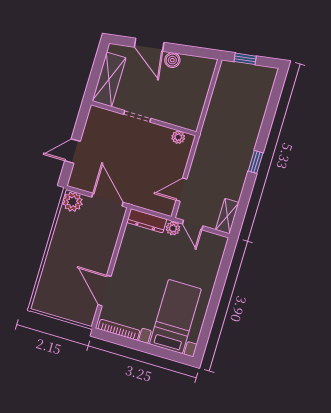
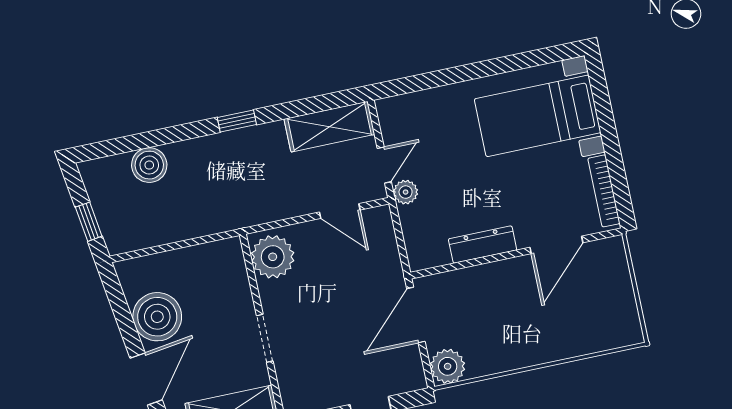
boiler: (172, 60) -> (157, 317), width x1.86, depth x1.86
boiler: (257, 105) -> (149, 165), added
plant: (178, 137) -> (273, 257), width x1.88, depth x1.88
shelving: (227, 216) -> (329, 127), width x1.50, depth x1.33
dresser: (147, 221) -> (483, 244), moved, turned -90

